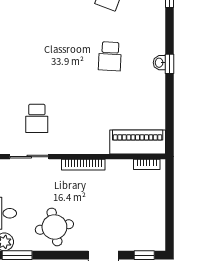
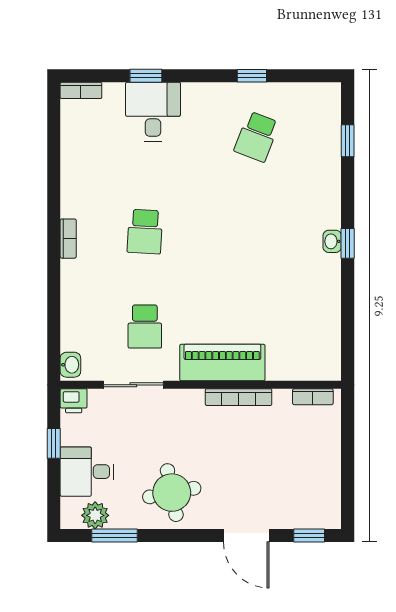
school desk: (110, 56) -> (145, 232), moved
piano: (138, 142) -> (222, 363), moved
bookcase: (83, 165) -> (239, 397), moved

